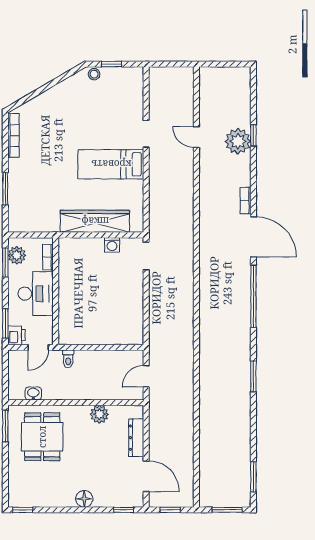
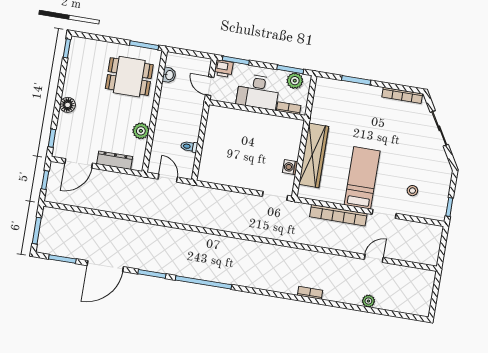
window: (112, 64) -> (449, 207), moved
stool: (94, 74) -> (412, 191), moved
sliding door: (43, 89) -> (439, 128), added
window: (253, 135) -> (367, 309), removed
plant: (238, 141) -> (368, 301), width x0.53, depth x0.53
bookcase: (156, 184) -> (338, 215), added
door: (253, 237) -> (105, 266), moved
window: (253, 296) -> (204, 282), moved
toilet: (68, 359) -> (189, 147), moved

